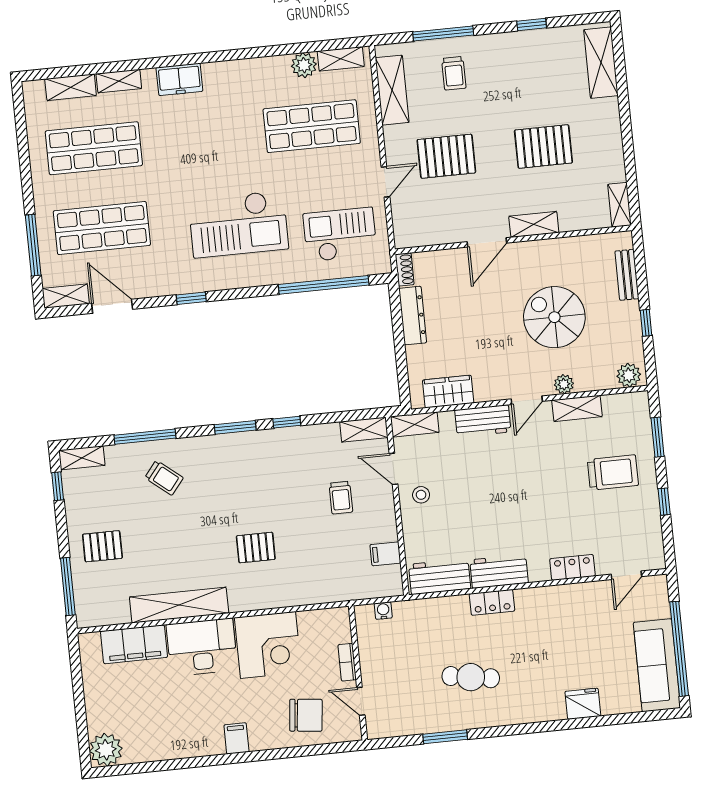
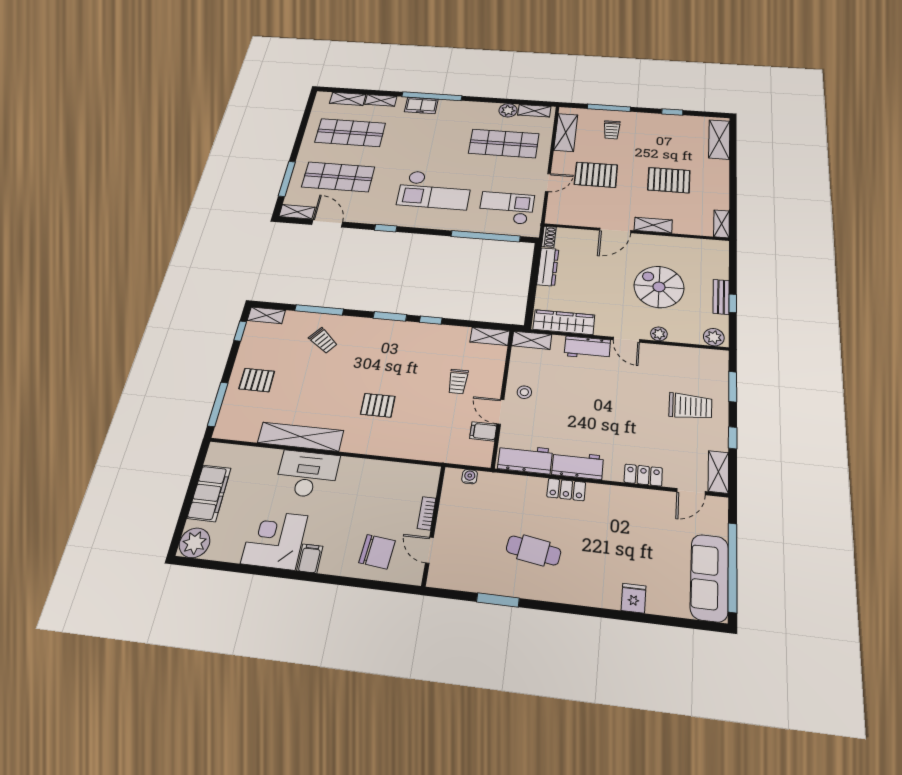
window: (190, 59) -> (432, 96), added
bench: (627, 275) -> (721, 297), moved
wardrobe: (448, 392) -> (564, 322), width x1.50
door: (527, 400) -> (626, 340), hinge flipped
shelving: (577, 408) -> (718, 472), moved, turned 90
door: (394, 469) -> (501, 412), moved
filing cabinet: (134, 644) -> (209, 493), moved, turned -90
corner desk: (268, 645) -> (274, 540), moved, turned 180
fridge: (583, 704) -> (634, 598), width x0.72

